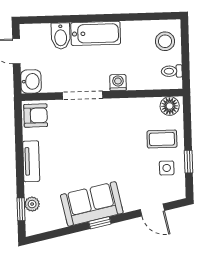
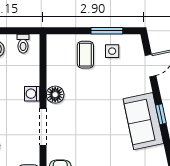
floor lamp: (170, 106) -> (55, 95), moved
window: (189, 162) -> (107, 31), width x1.50

